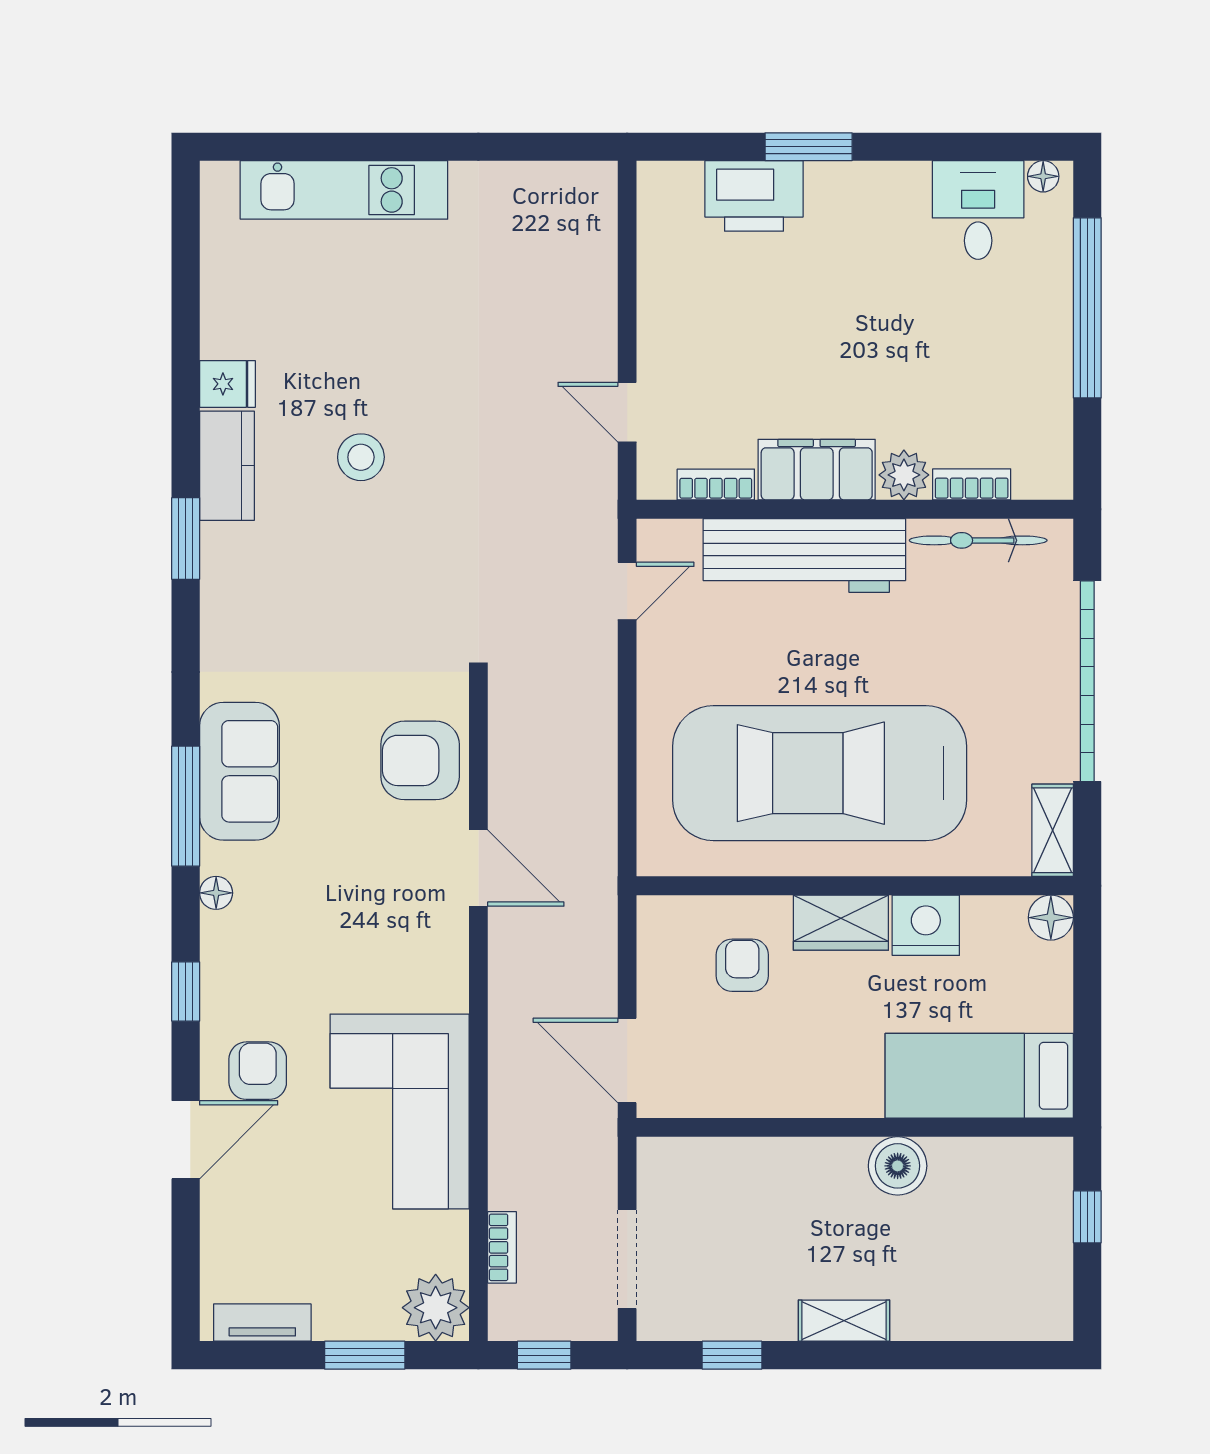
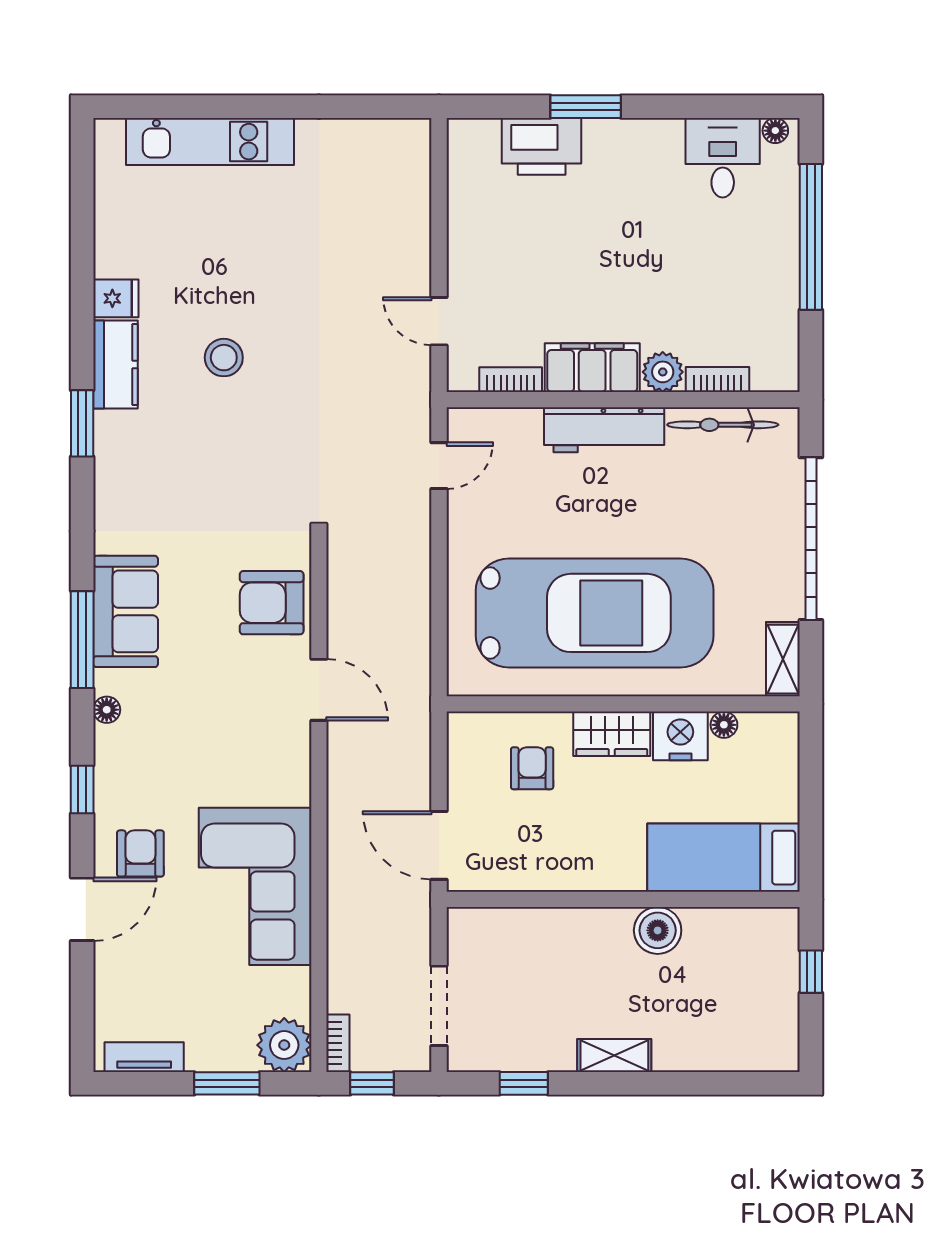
workbench: (804, 555) -> (604, 430), width x0.73, depth x0.76
car: (820, 773) -> (595, 613), turned 180
floor lamp: (1051, 918) -> (724, 725), moved, width x0.73, depth x0.73
bookcase: (502, 1247) -> (338, 1043), moved

